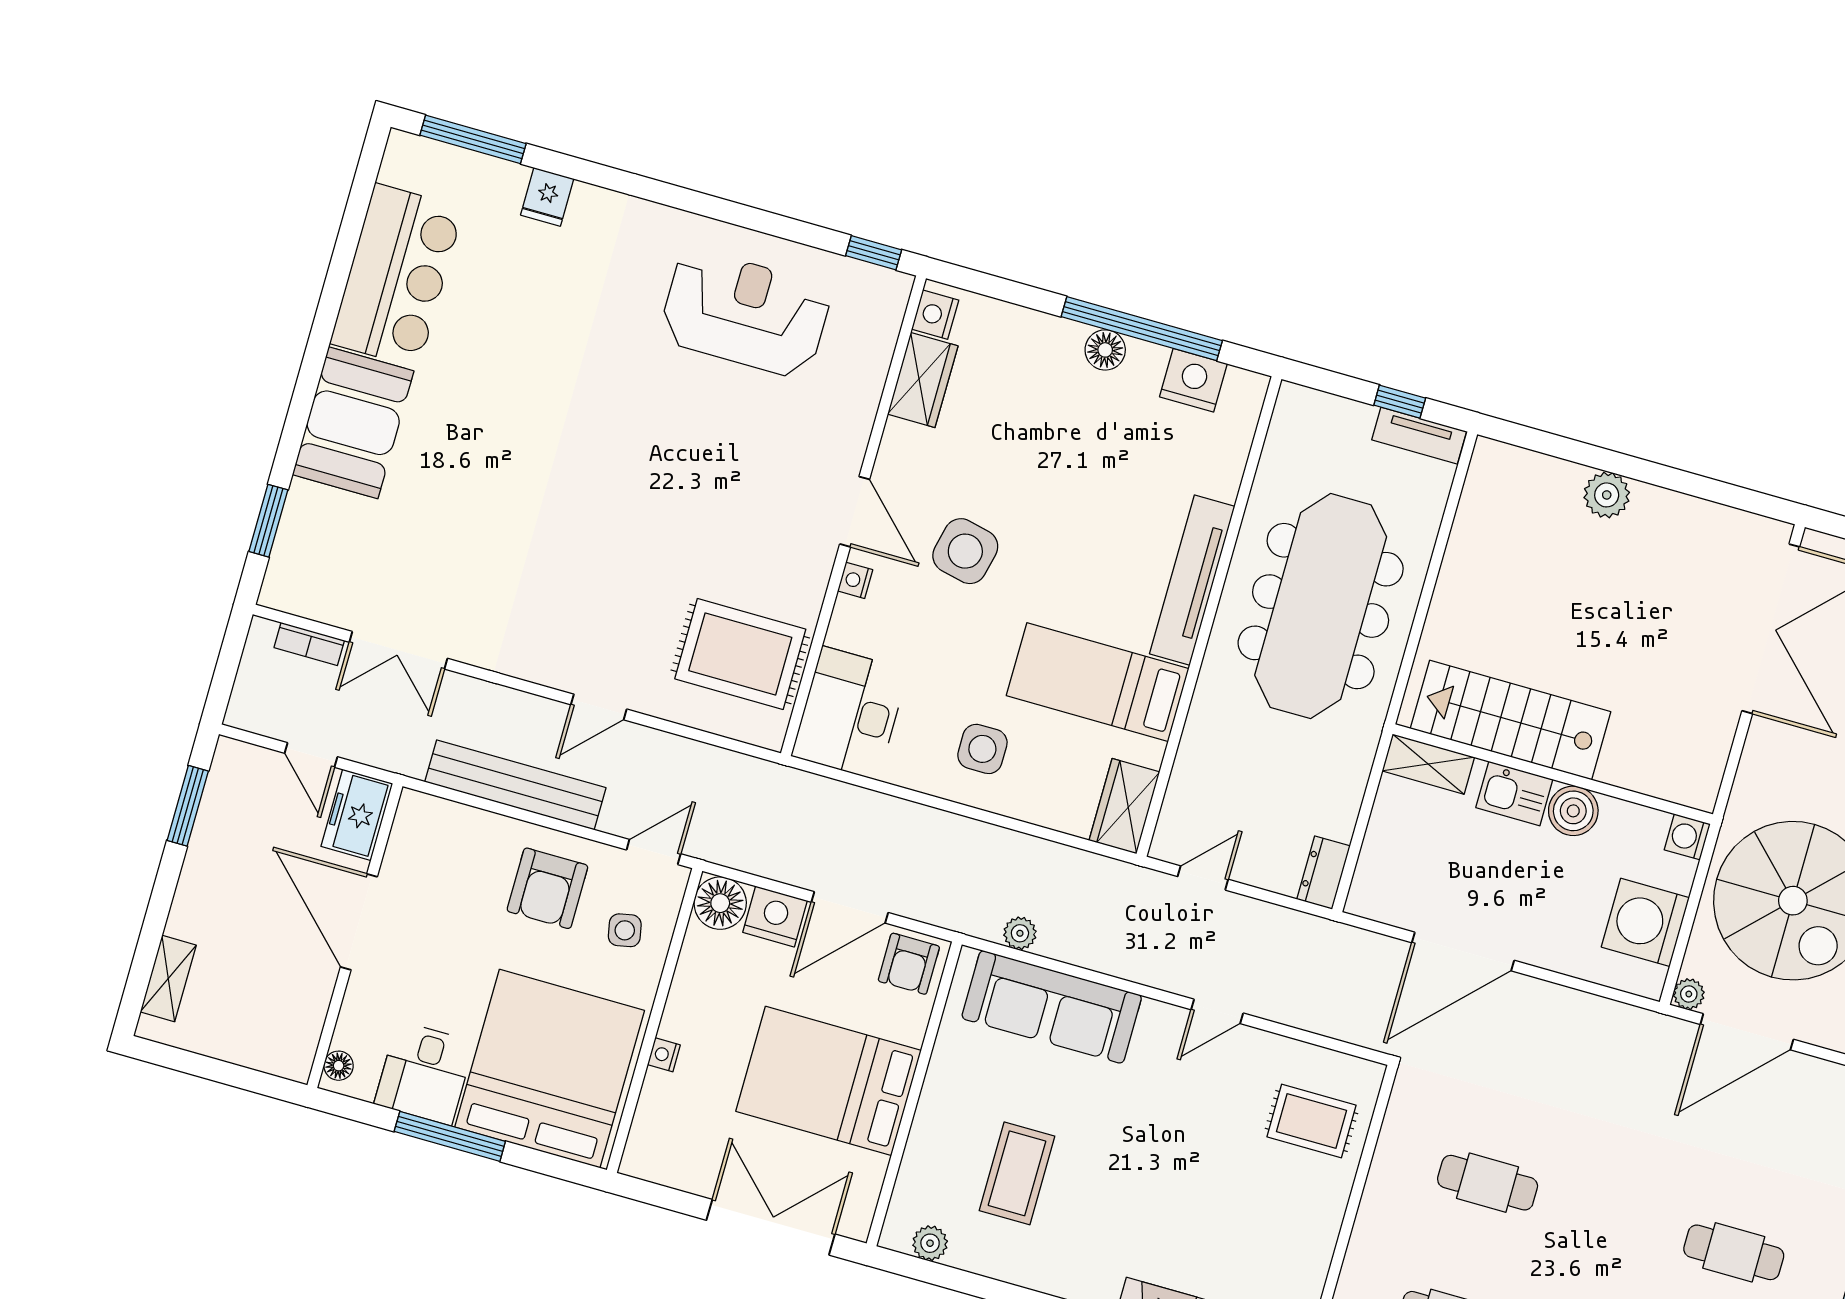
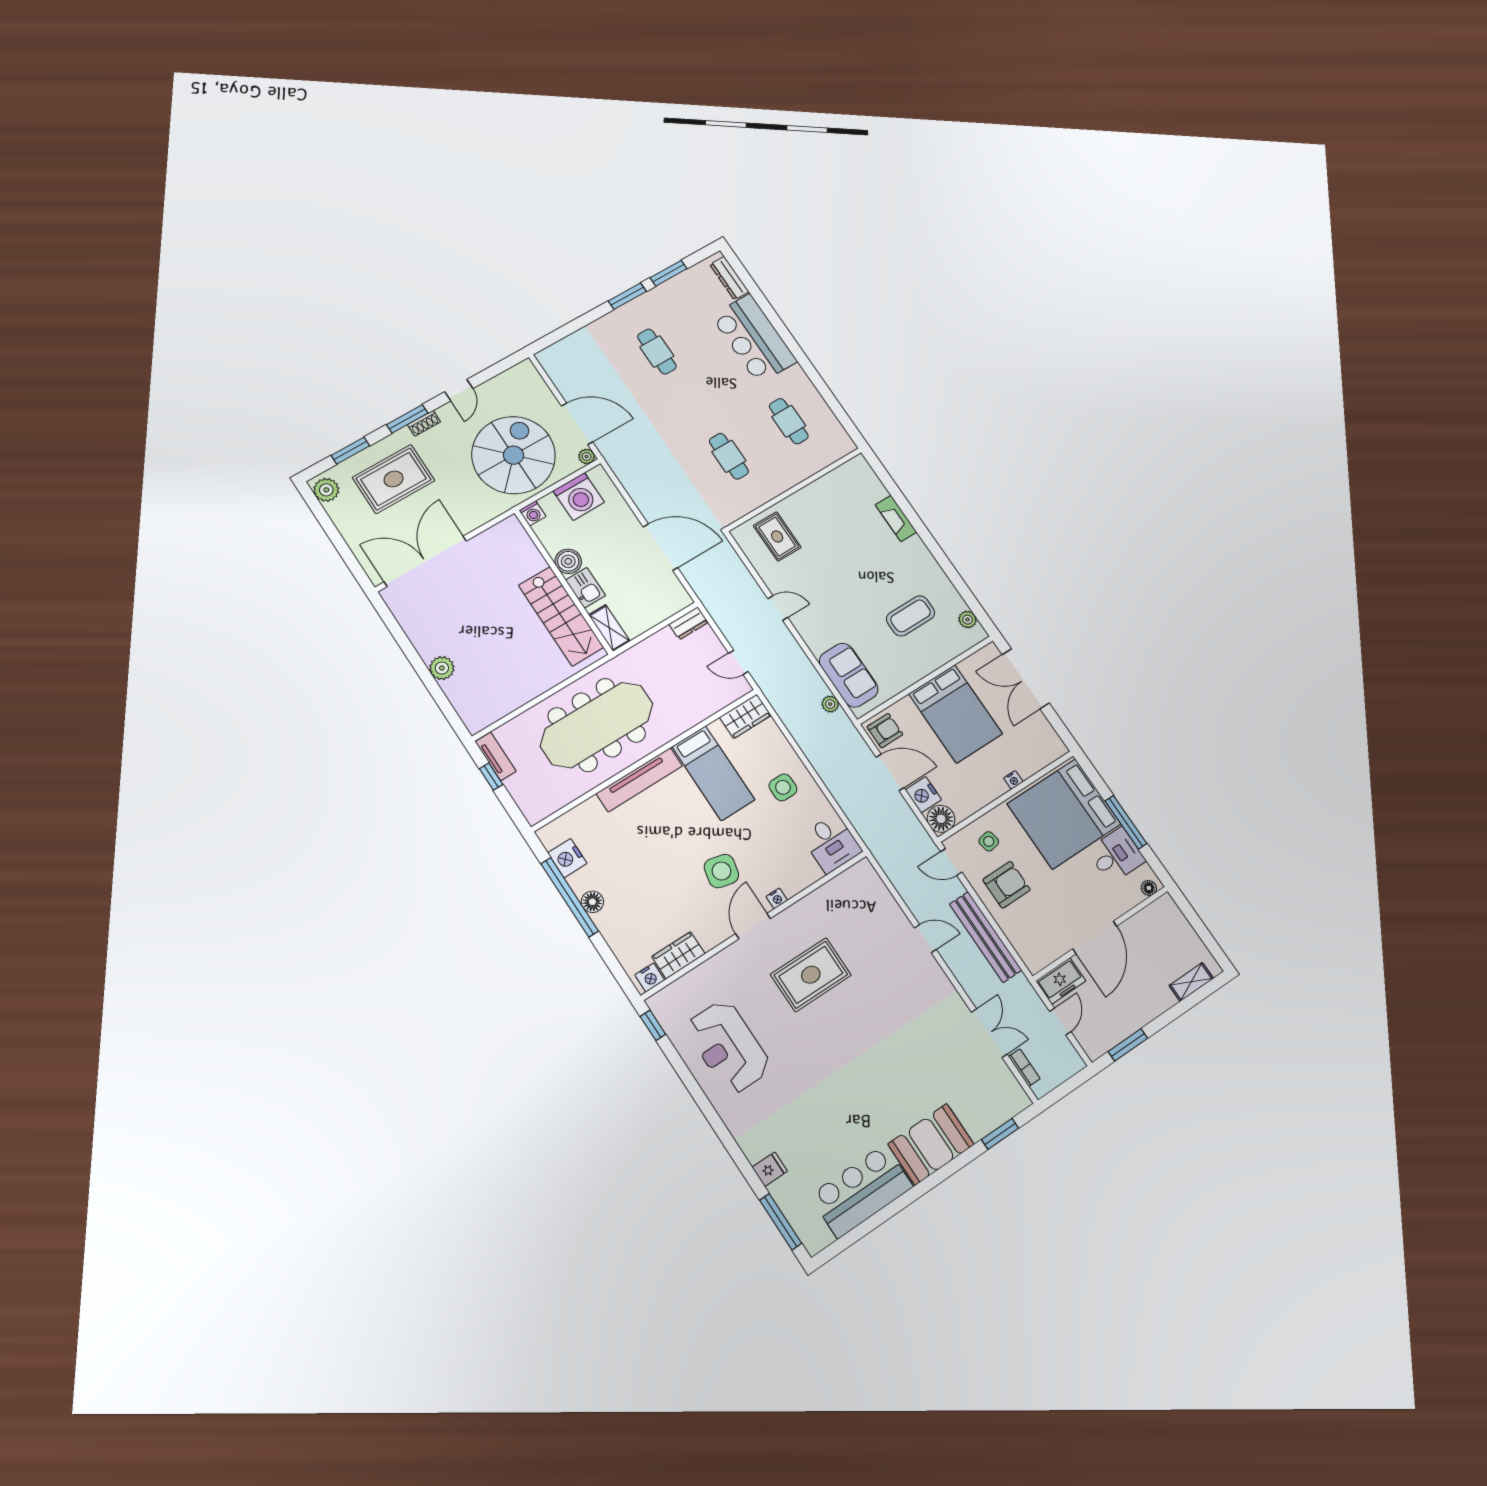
rug: (740, 654) -> (811, 975), moved, turned 90
desk: (850, 713) -> (831, 843), width x0.73
sofa: (1052, 1007) -> (849, 675), width x0.73

